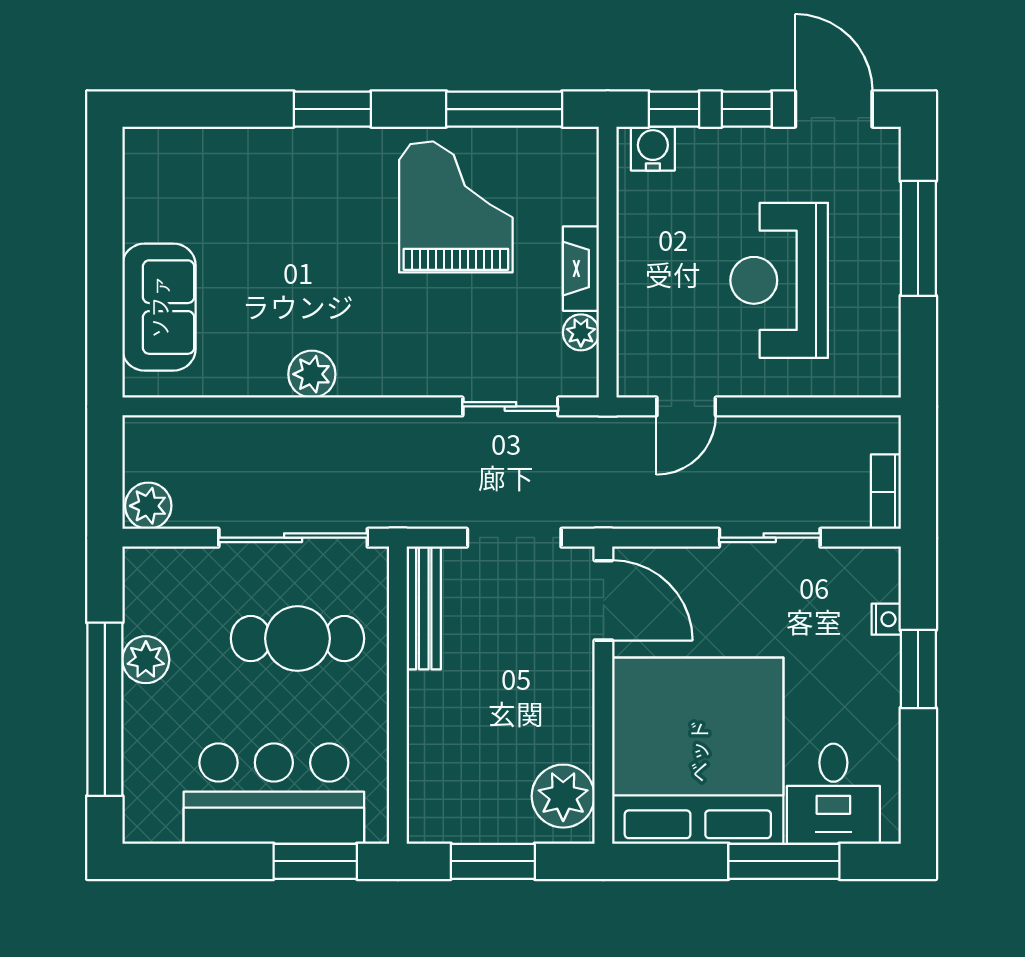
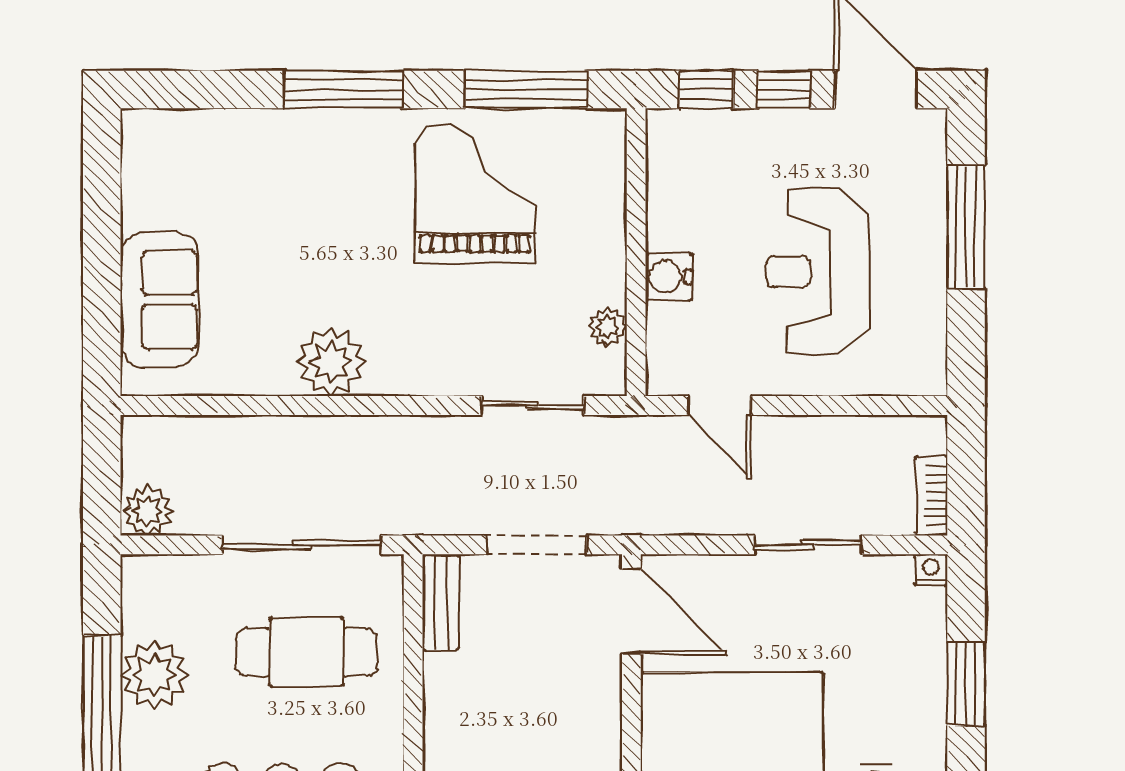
window: (332, 109) -> (344, 89), width x1.44
water cooler: (653, 149) -> (669, 277), moved, turned -90
fireplace: (581, 269) -> (608, 259), removed
plant: (312, 374) -> (331, 362), width x1.36, depth x1.36
door: (686, 406) -> (719, 405), hinge flipped
bench: (424, 608) -> (441, 602), width x0.73
nightstand: (886, 619) -> (931, 570), moved, turned -90
plant: (146, 660) -> (154, 674), width x1.36, depth x1.36

